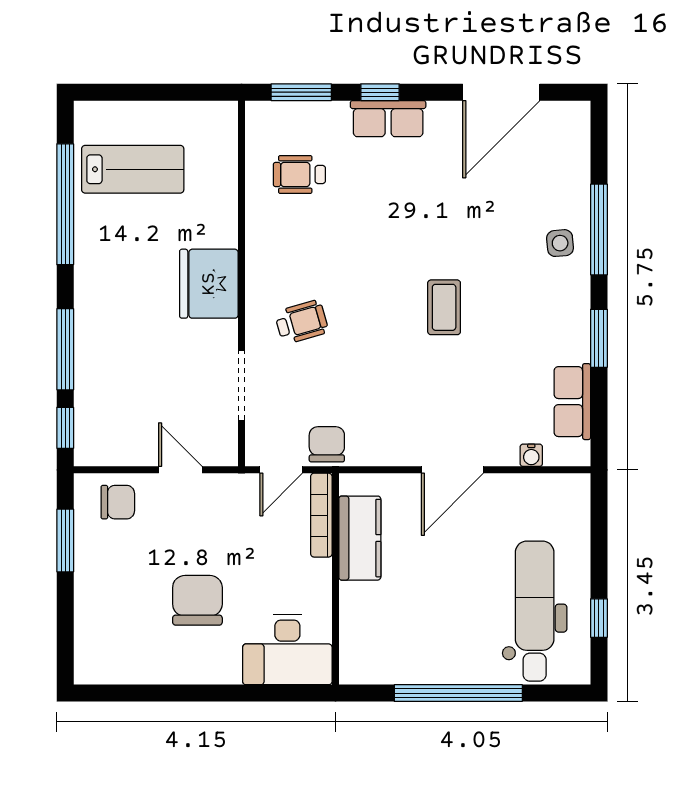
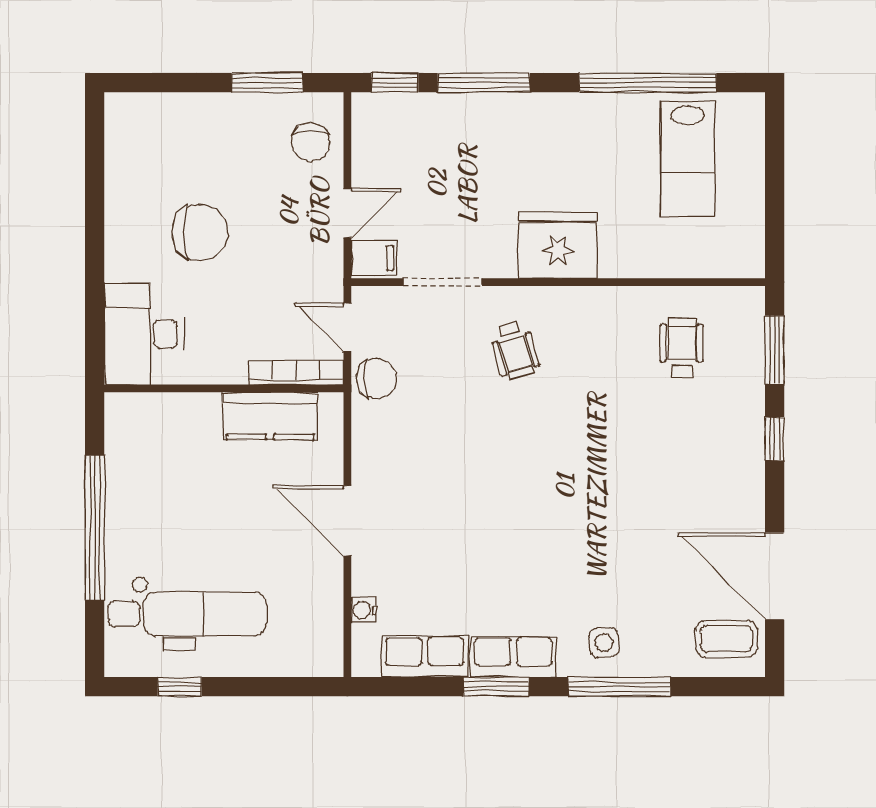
row of seats: (388, 119) -> (513, 657), moved, turned 90
coffee table: (444, 307) -> (726, 639), moved
filing cabinet: (220, 446) -> (374, 258), added

